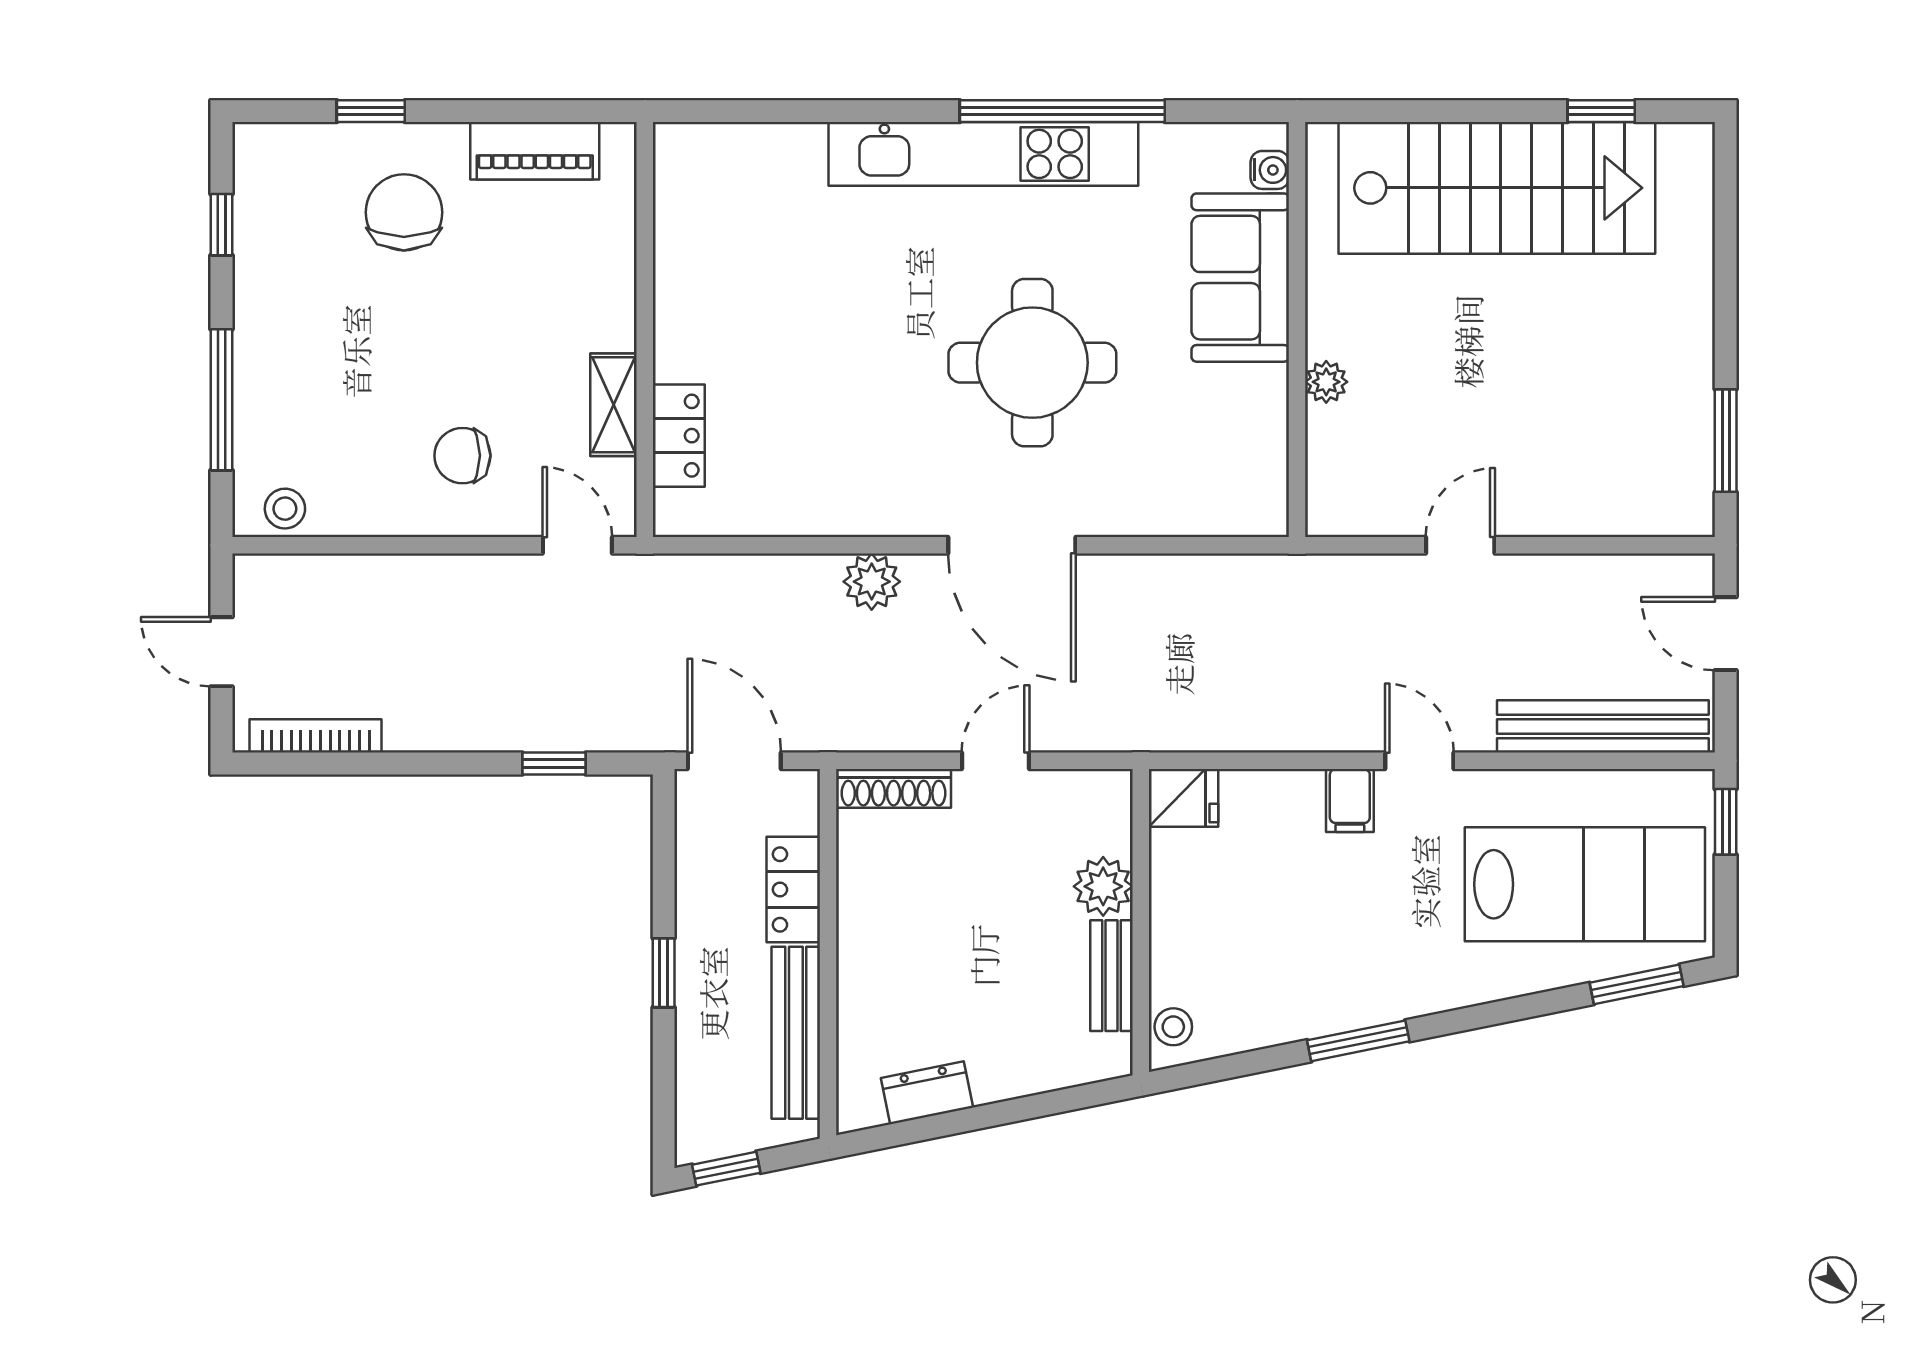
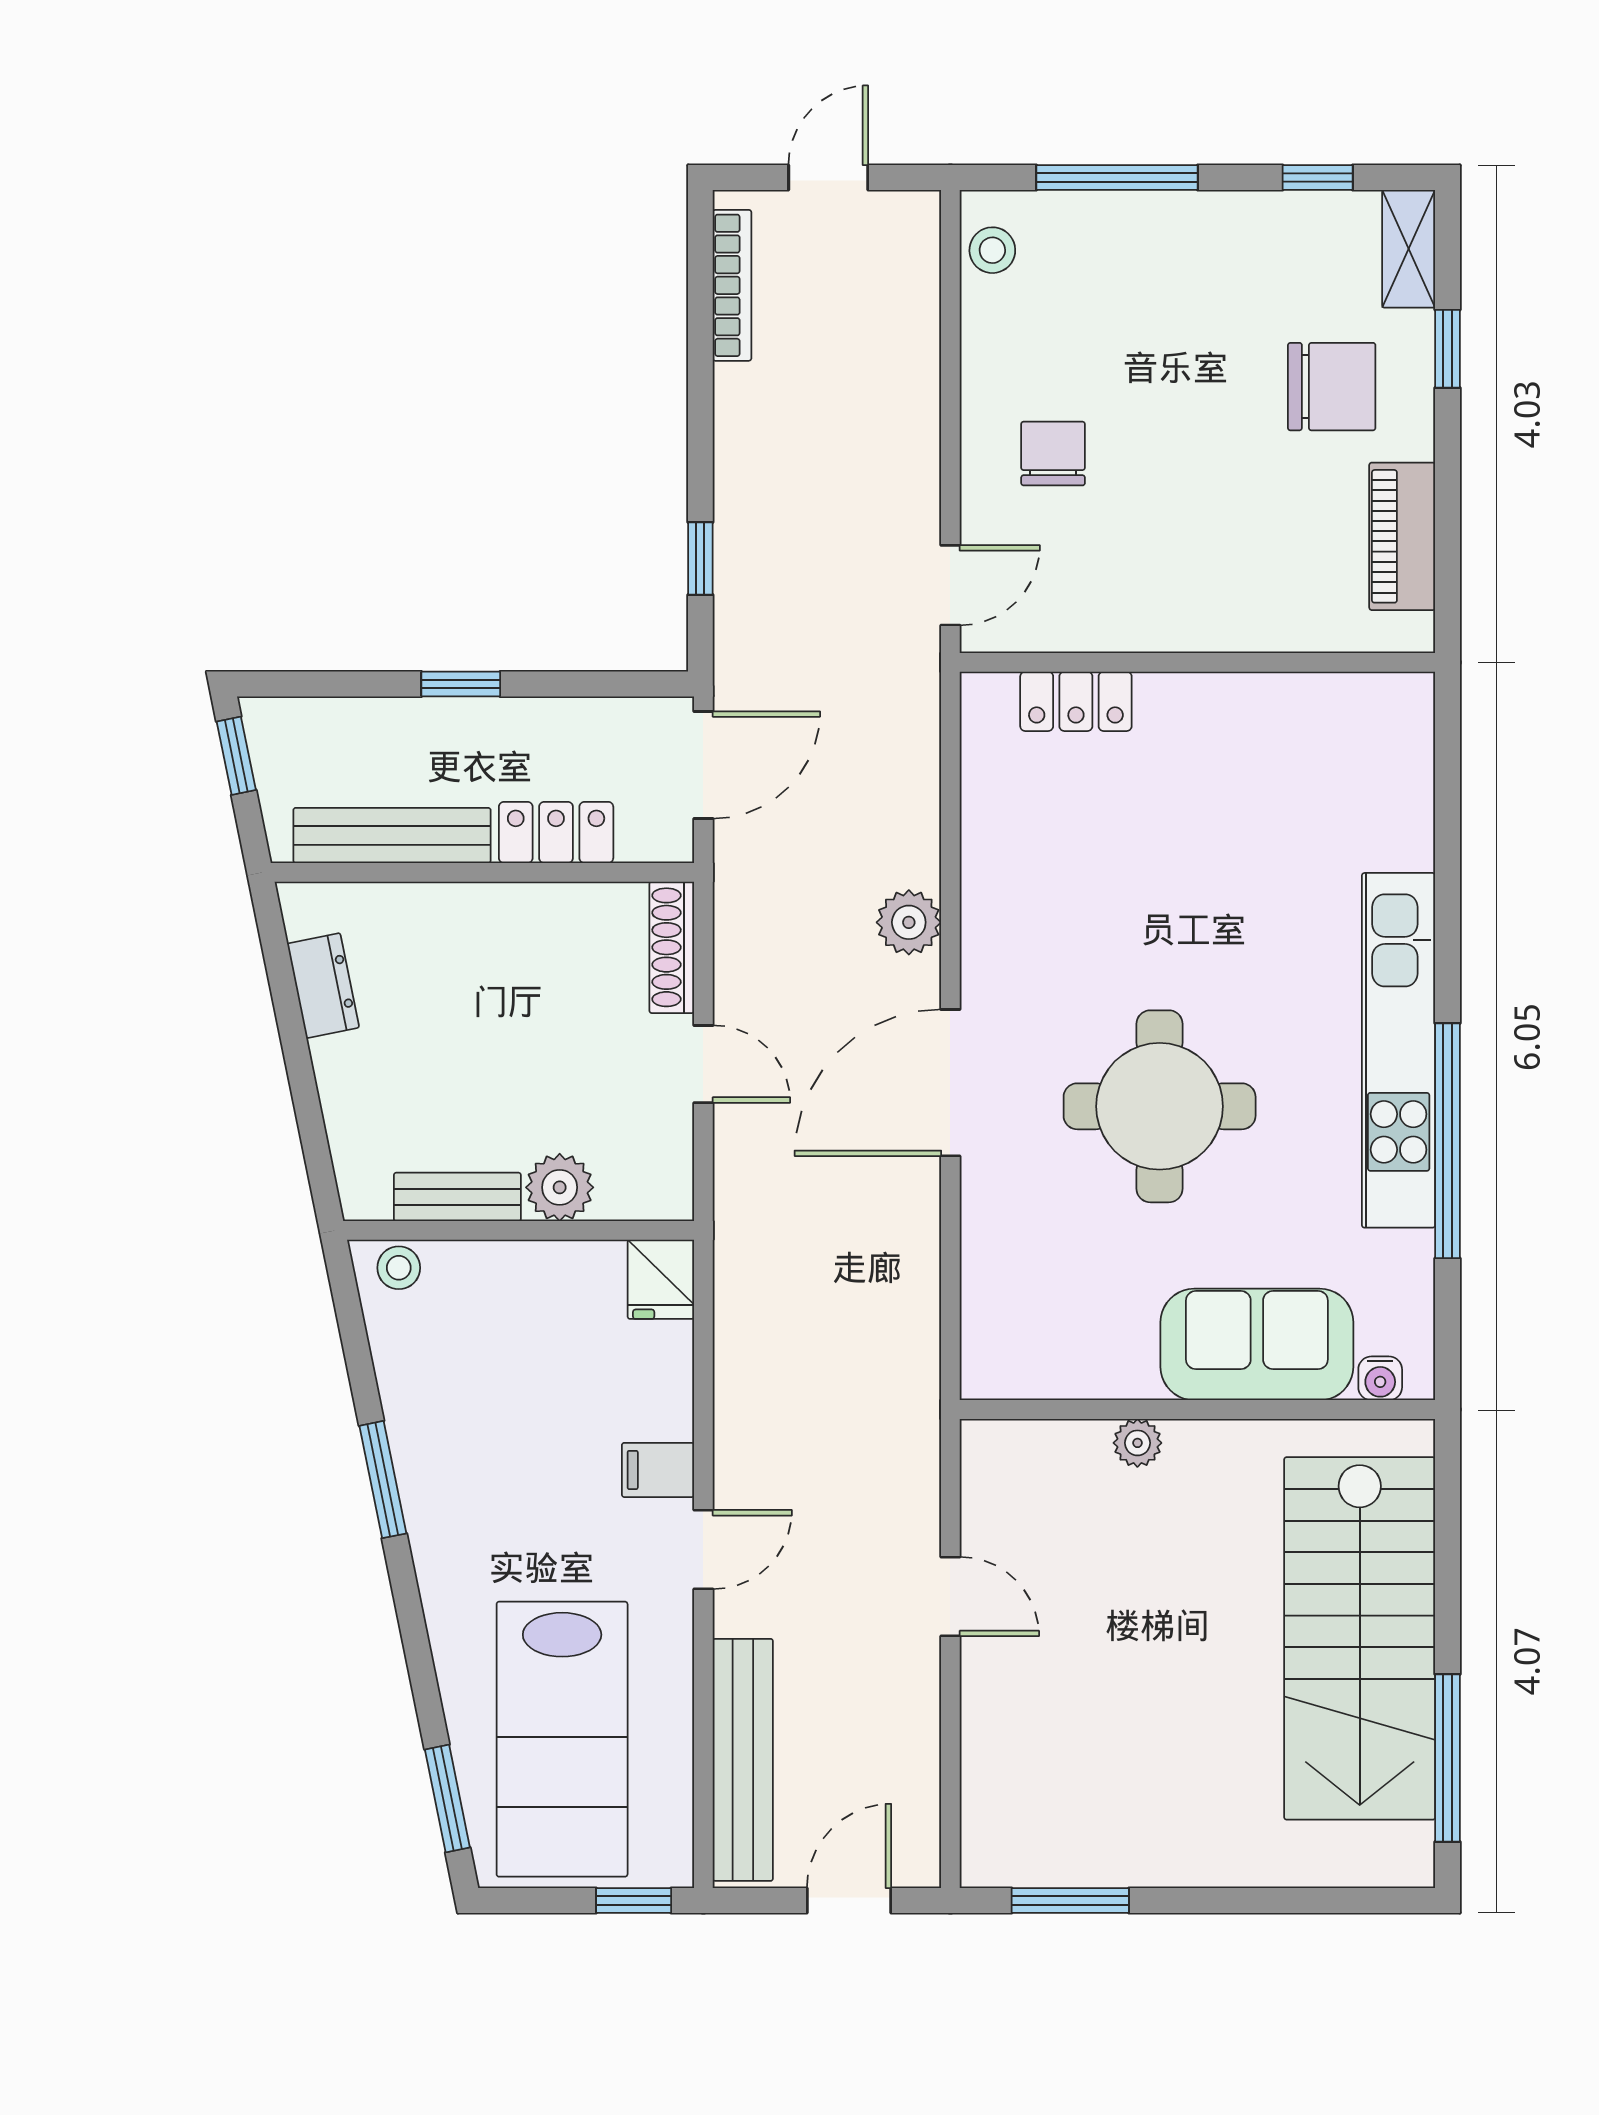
window: (1601, 111) -> (1448, 1758), width x2.17
shelving: (613, 405) -> (1409, 249), moved, turned 90

